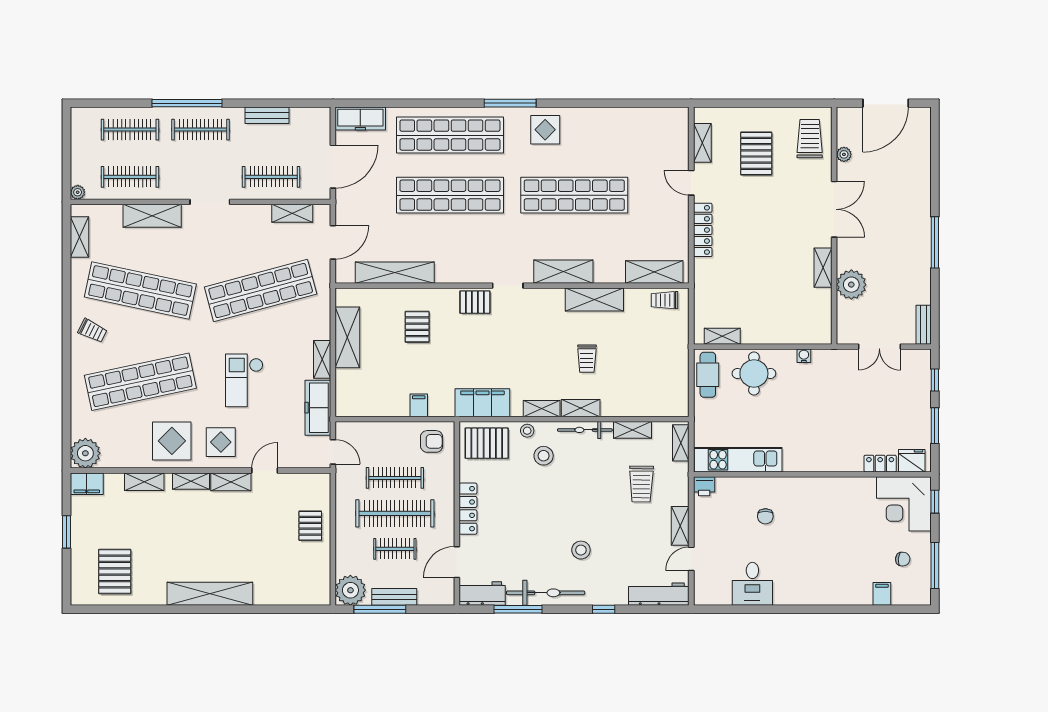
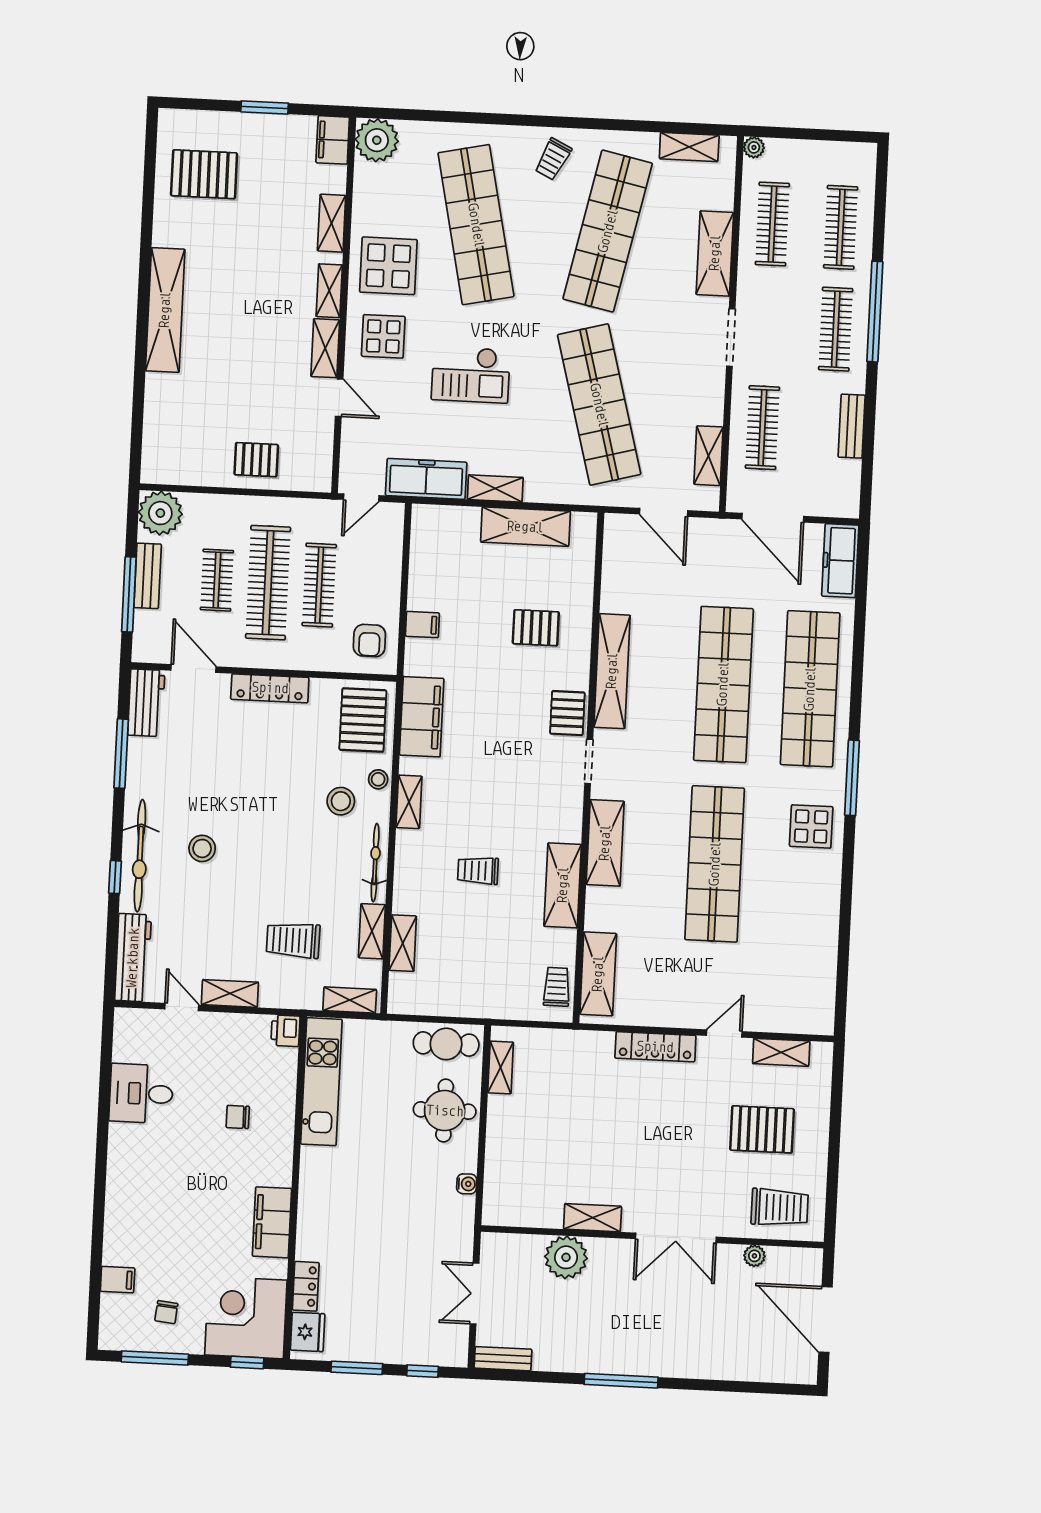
shelving: (395, 273) -> (612, 671), moved
checkout: (244, 380) -> (471, 375), turned 180
shelving: (581, 408) -> (403, 943), moved
filing cabinet: (837, 489) -> (272, 1222), added
bicycle: (546, 593) -> (140, 856), moved
window: (380, 609) -> (129, 594), moved

